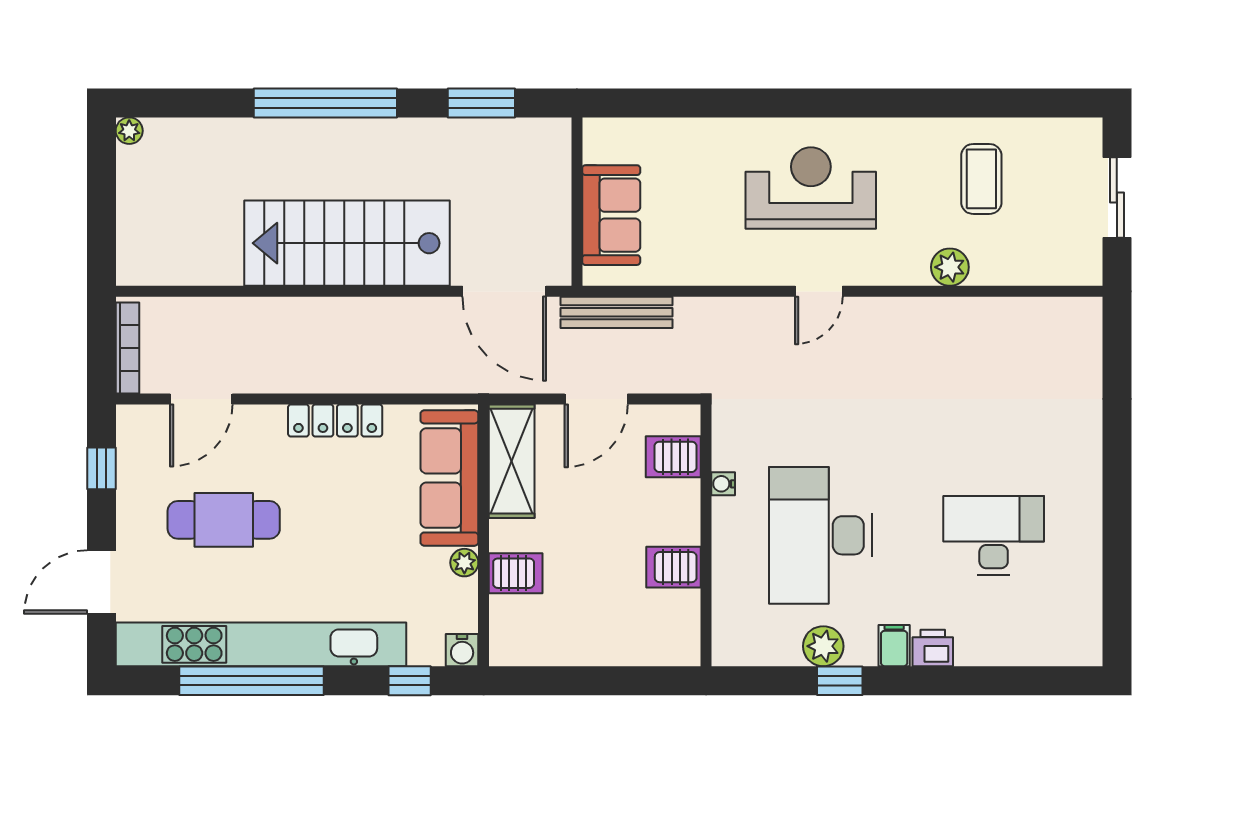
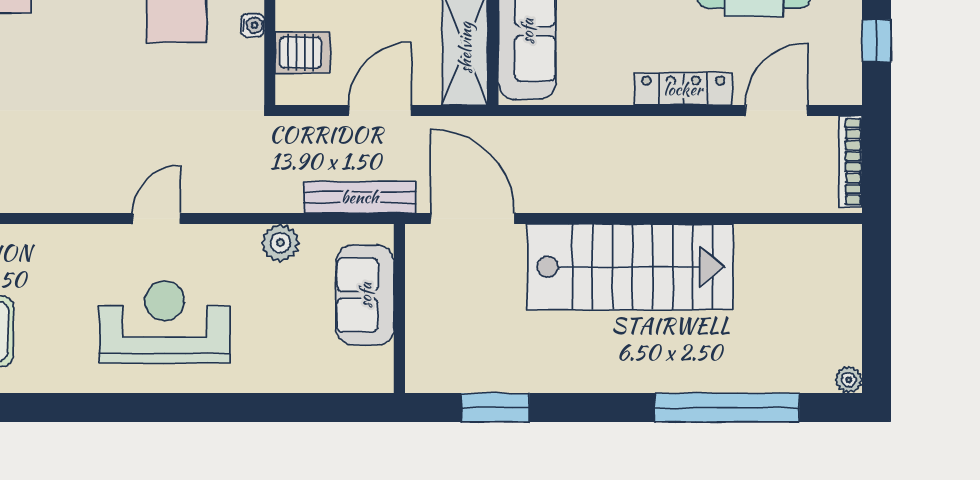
window: (325, 103) -> (727, 408), moved
reception desk: (811, 188) -> (165, 322), turned 180
plant: (950, 267) -> (280, 243), moved
locker: (335, 421) -> (683, 89), moved

